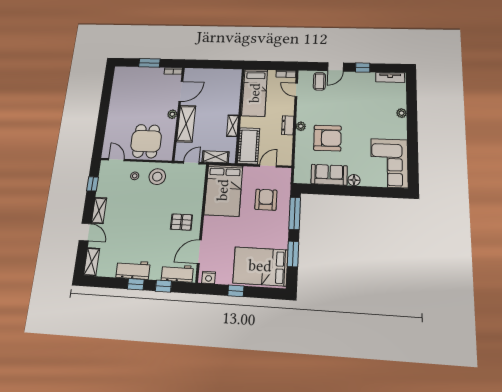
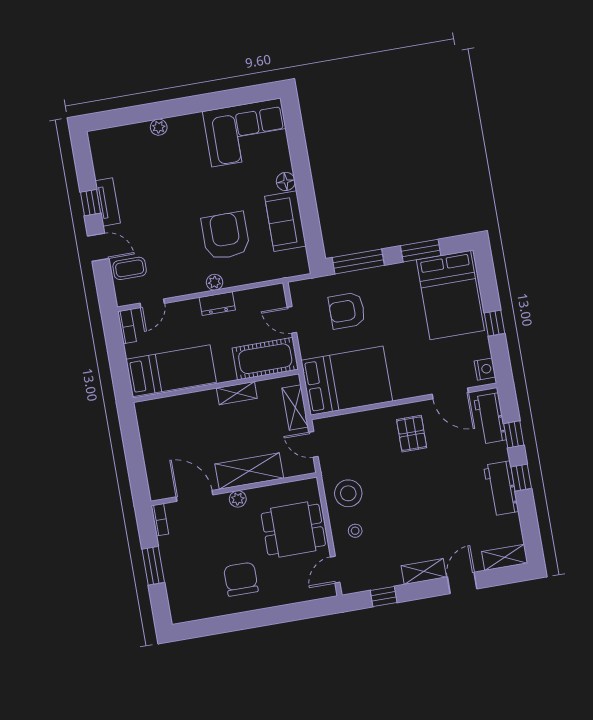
tv unit: (390, 77) -> (108, 202), moved
chair: (128, 107) -> (241, 579), added

